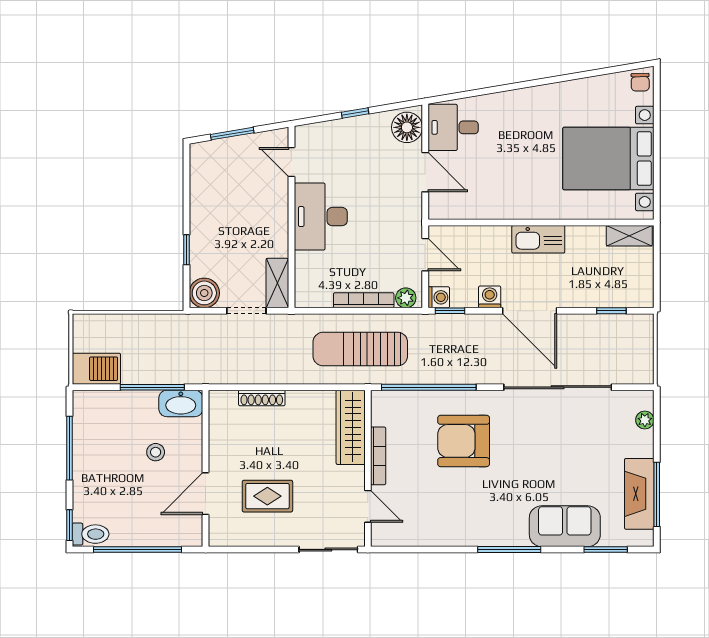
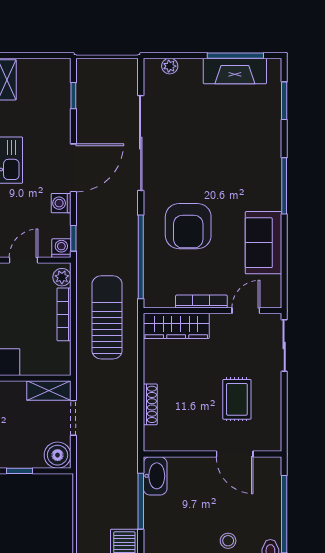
sun lounger: (360, 349) -> (107, 317), turned 180
stool: (156, 452) -> (228, 541), moved
sofa: (565, 526) -> (263, 243), moved

